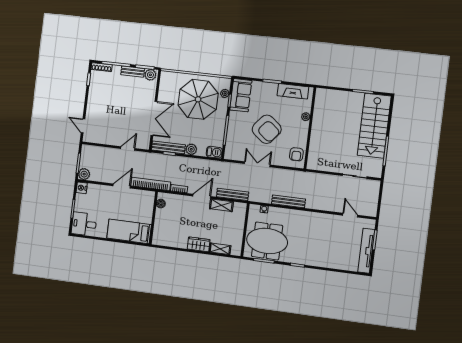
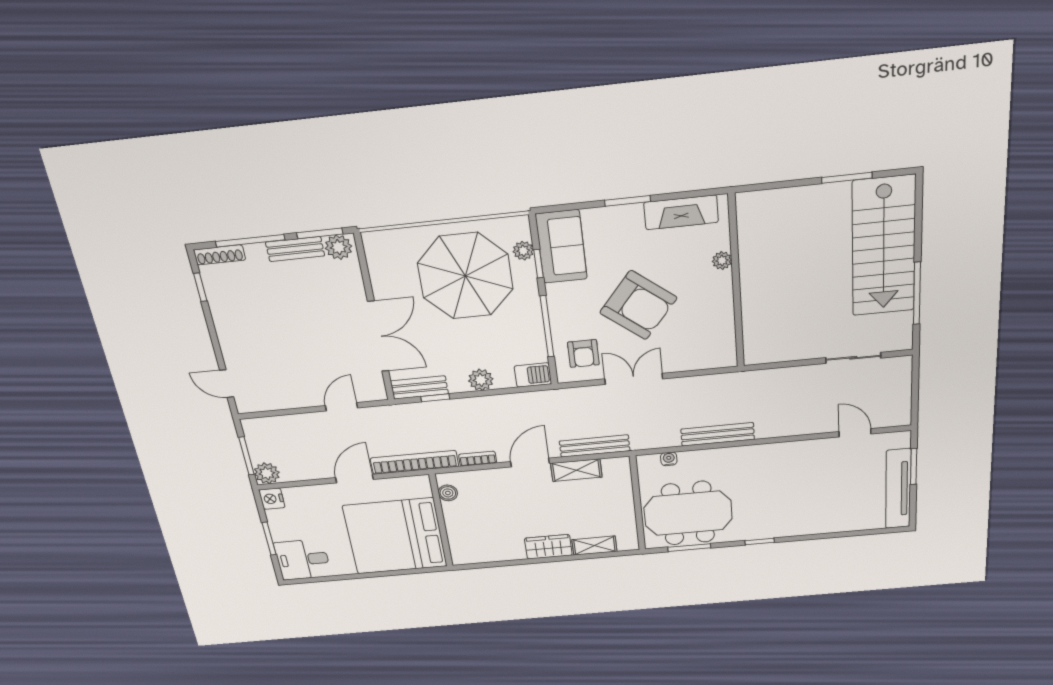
bench: (168, 147) -> (419, 387), width x0.73
armchair: (296, 154) -> (583, 353), moved
bed: (129, 231) -> (395, 536), width x2.04

